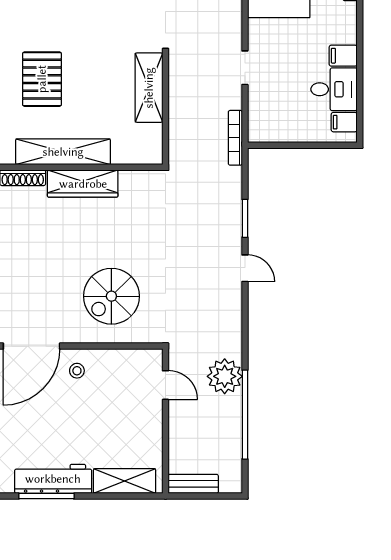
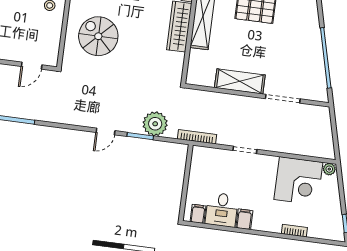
plant: (225, 376) -> (155, 124), moved

